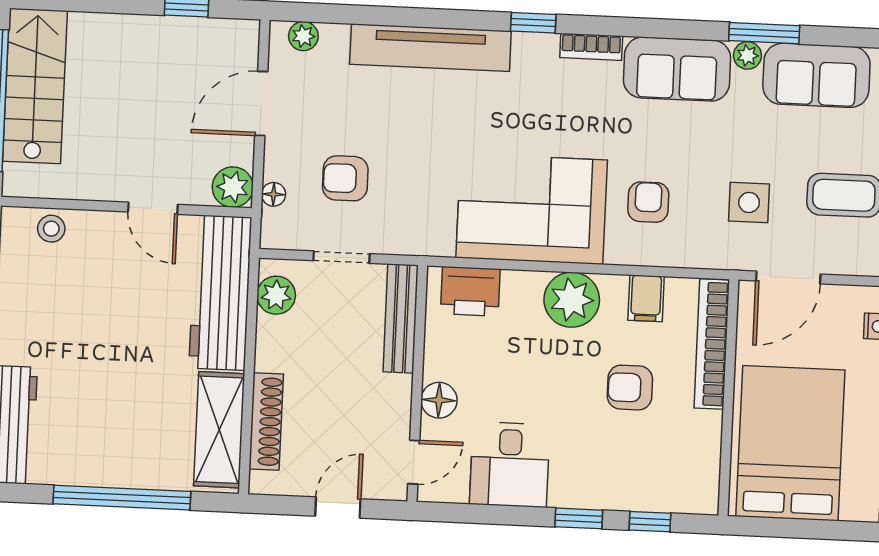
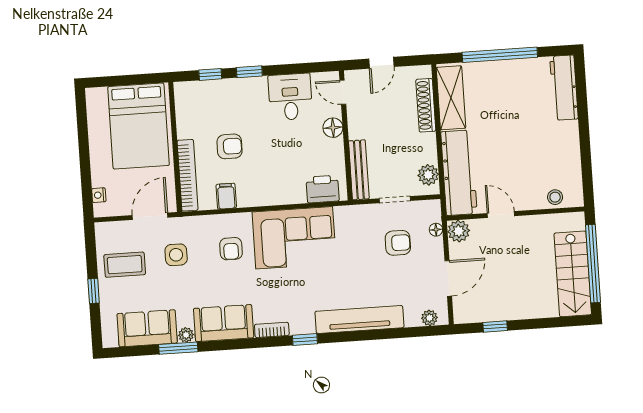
plant: (572, 300) -> (267, 191), removed
door: (414, 462) -> (343, 92), hinge flipped

